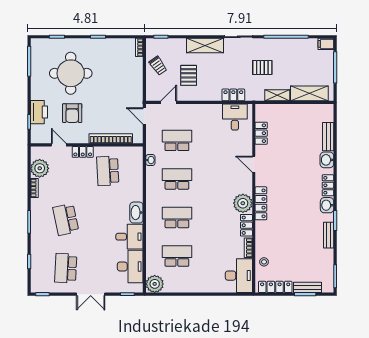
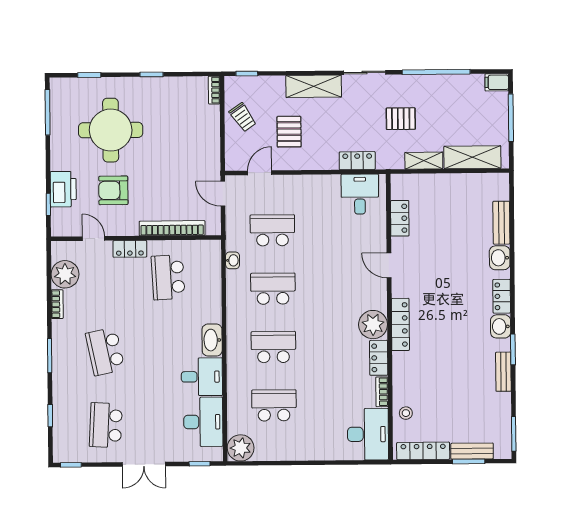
armchair: (72, 113) -> (113, 190), turned 90

